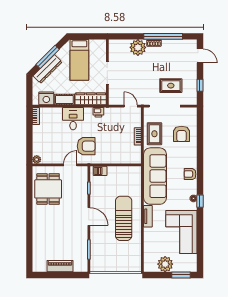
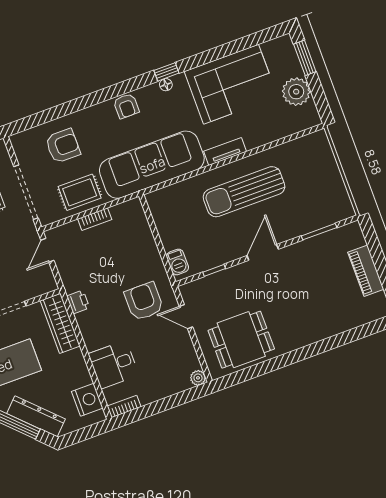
cot: (64, 100) -> (78, 368), removed
desk: (73, 119) -> (114, 364), moved

